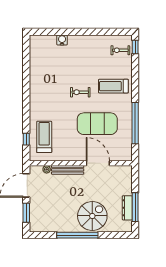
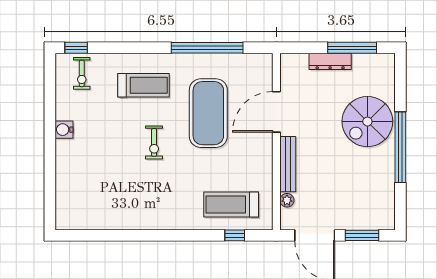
water cooler: (62, 40) -> (64, 130), moved
treadmill: (113, 86) -> (144, 85), turned -90
dresser: (127, 208) -> (330, 61), moved
spiral stairs: (92, 216) -> (367, 122), turned -90

